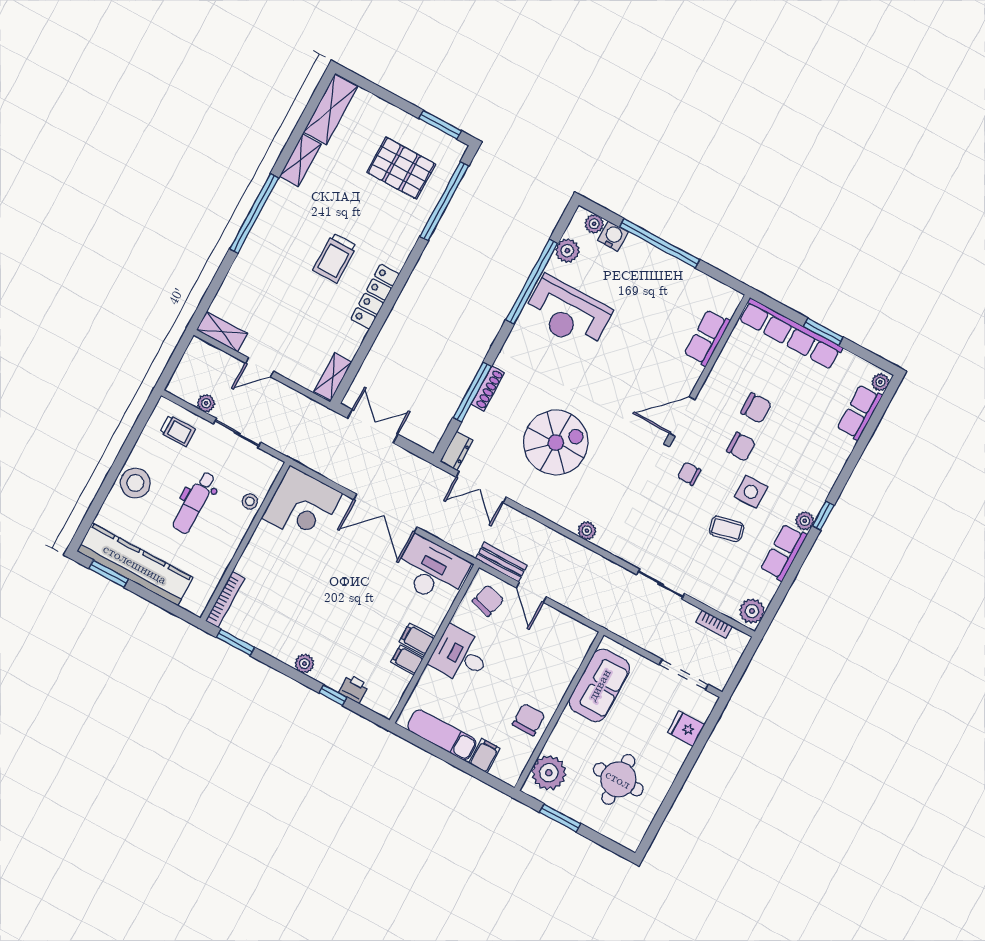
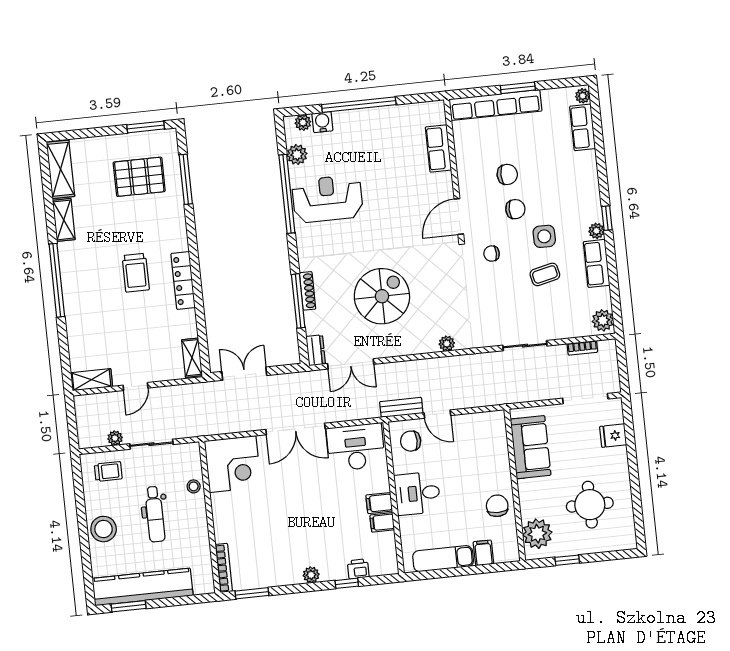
window: (444, 201) -> (186, 179), width x0.68
reception desk: (567, 313) -> (327, 199), turned 180
chair: (488, 601) -> (411, 441), turned -106
window: (560, 818) -> (567, 560), width x0.67

